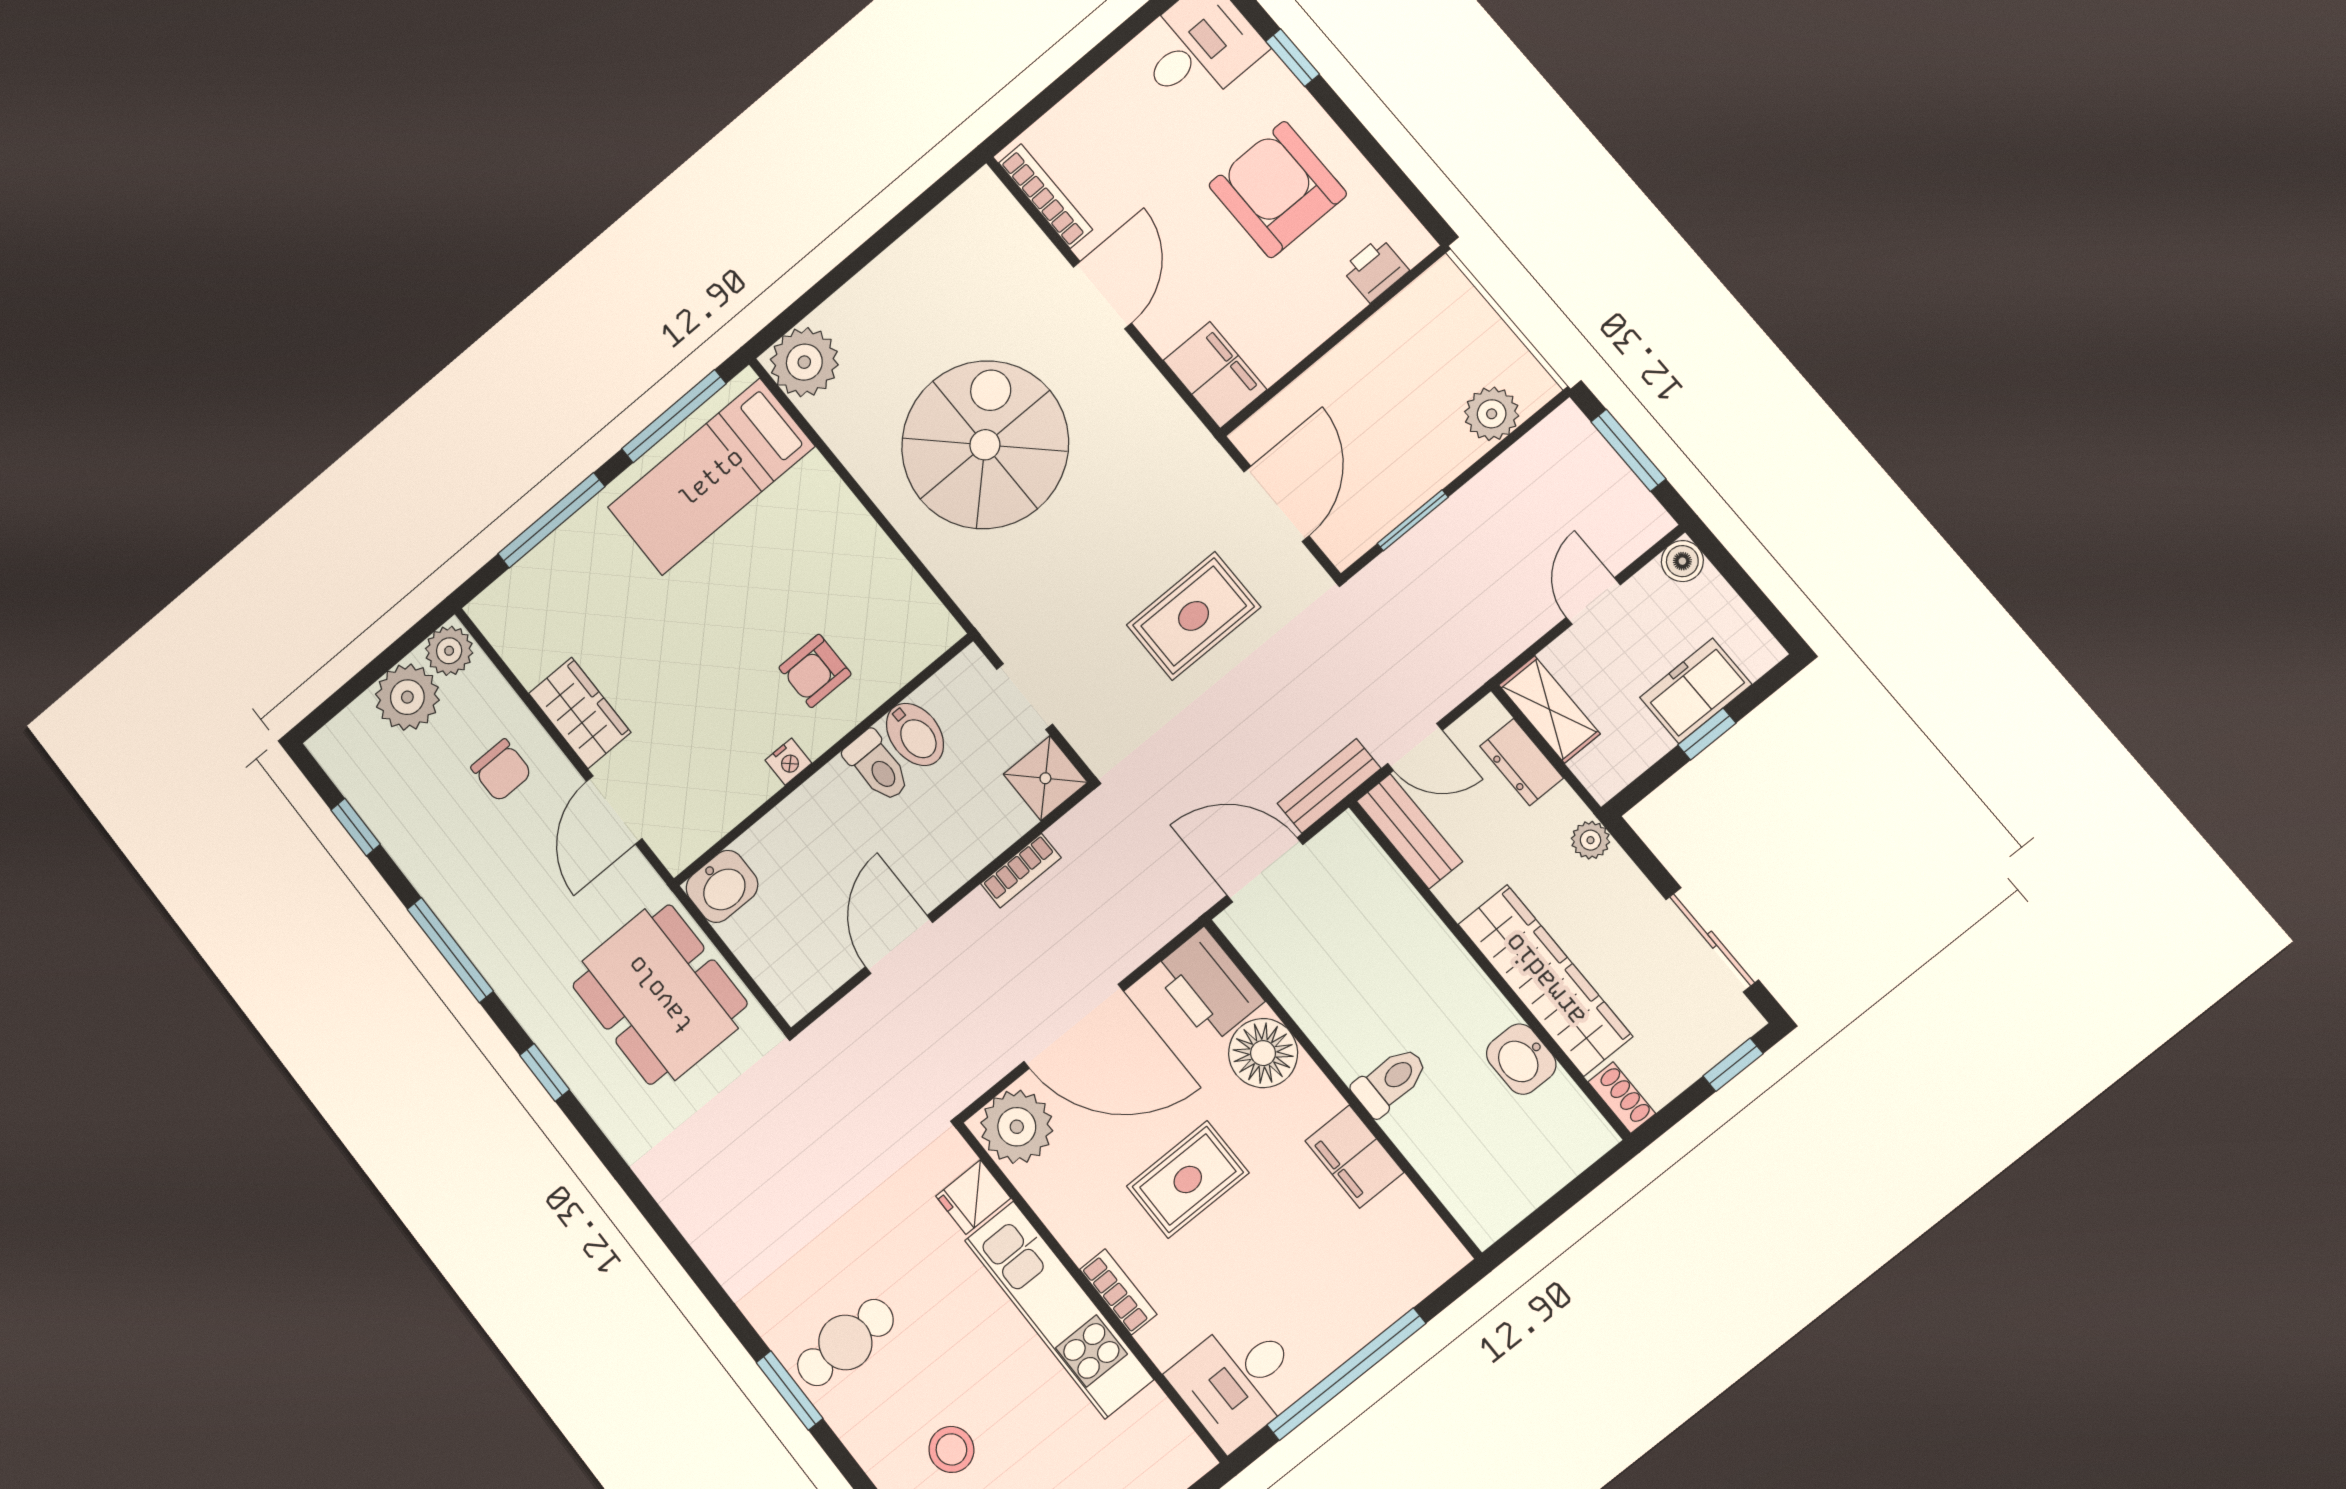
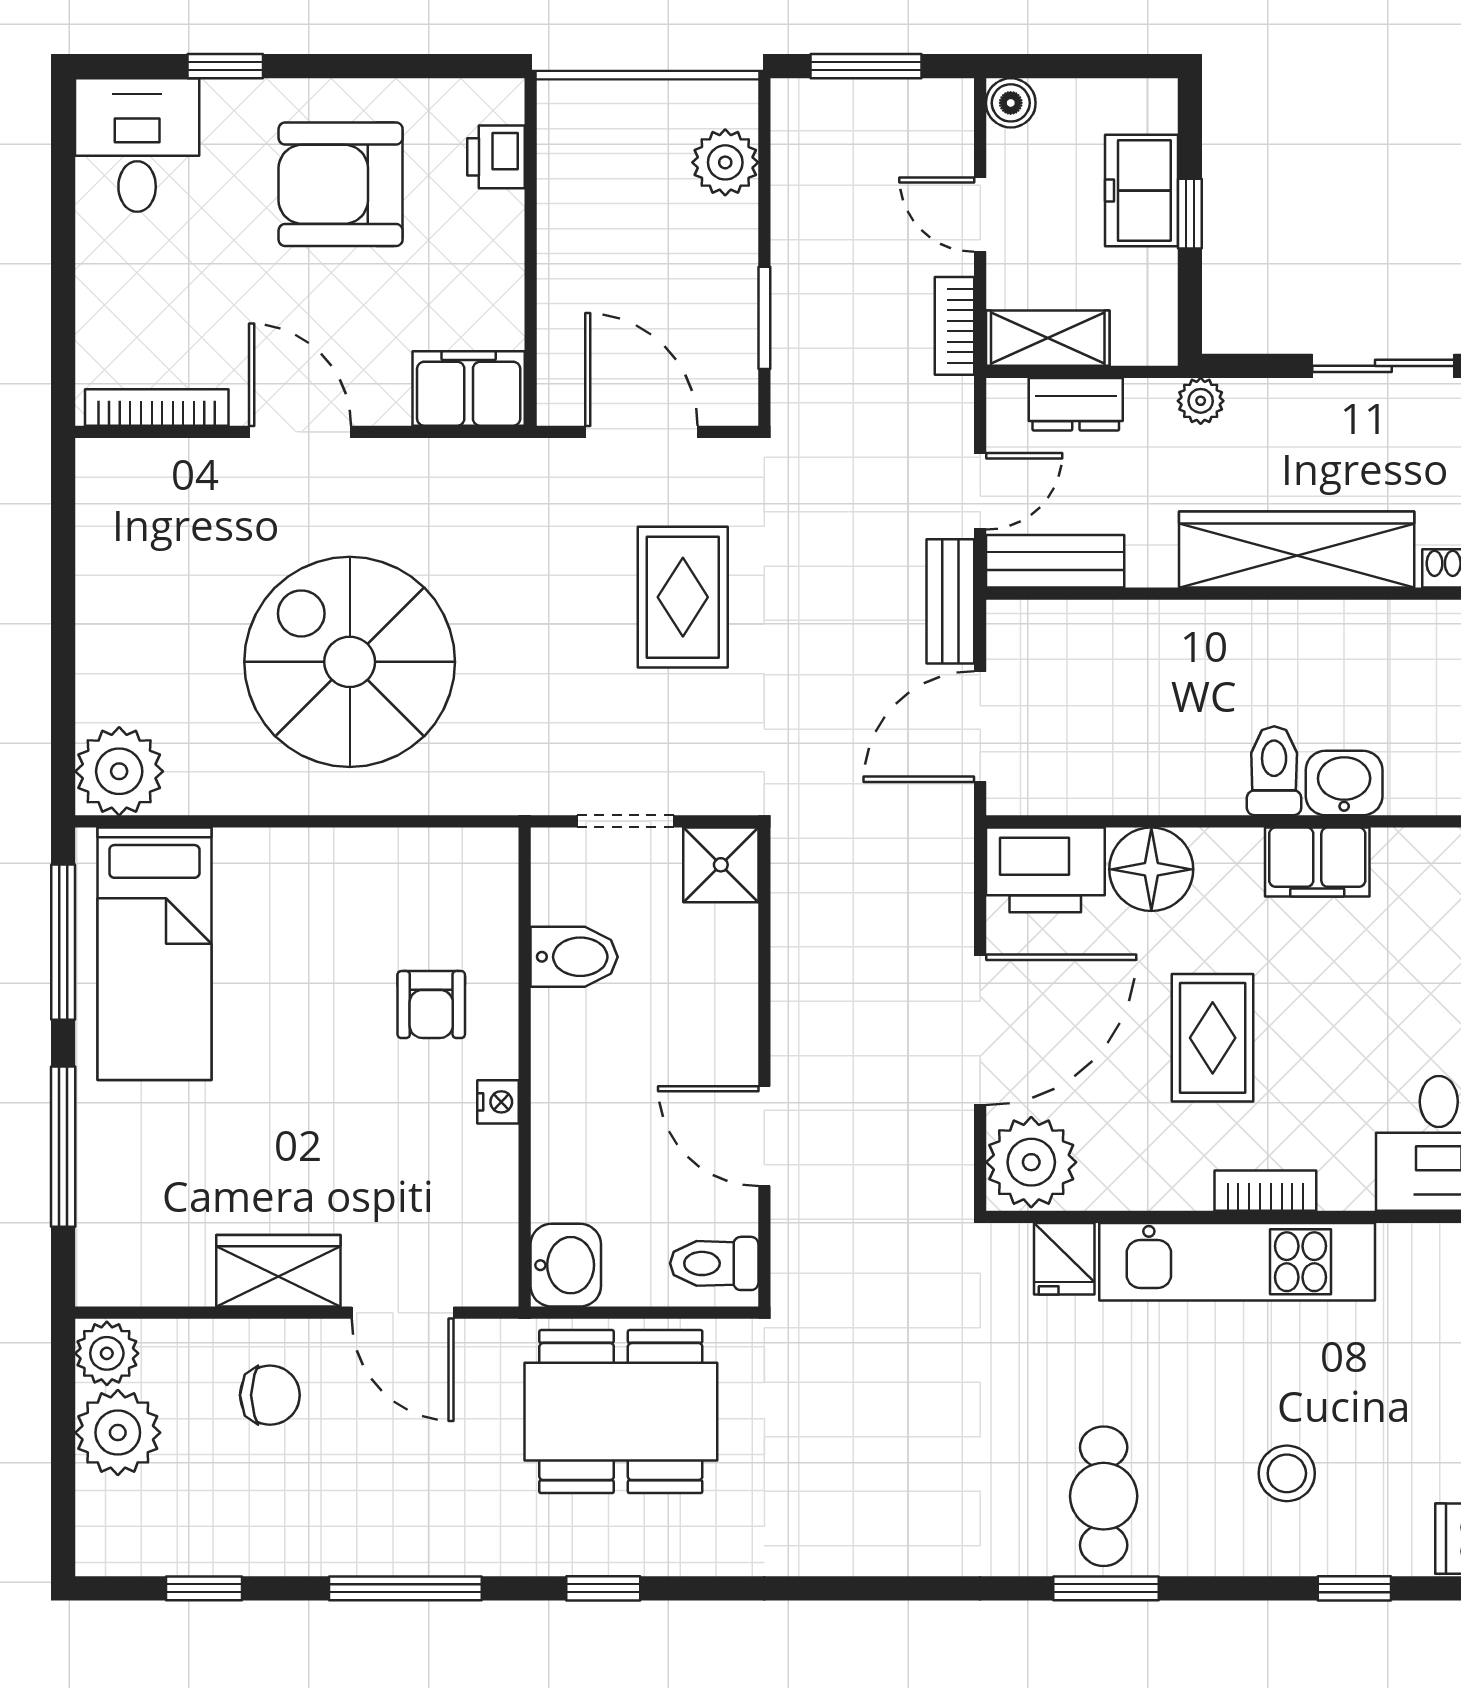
toilet: (877, 766) -> (714, 1263), moved, turned 180
bookcase: (1021, 871) -> (954, 326), moved, turned 180
washbasin: (1521, 1059) -> (1344, 783), moved, turned 180

